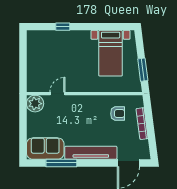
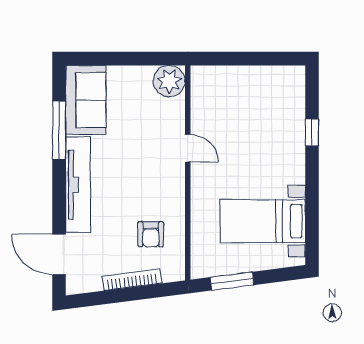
door: (57, 94) -> (188, 148), moved

